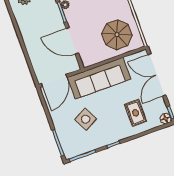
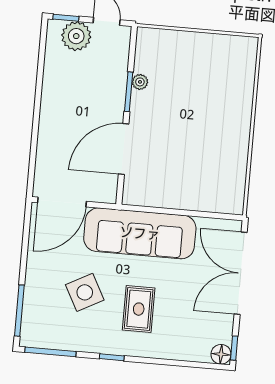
parasol: (117, 35) -> (205, 173), removed
door: (72, 41) -> (124, 149), hinge flipped
rug: (136, 113) -> (139, 309), moved

